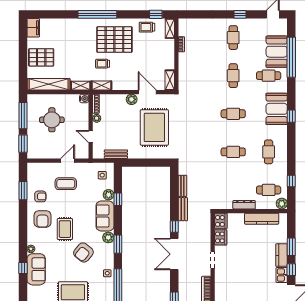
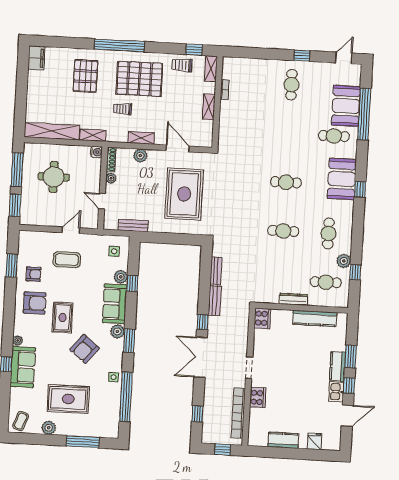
pallet: (41, 57) -> (85, 76), moved, turned 90
cafe table: (233, 76) -> (289, 133), removed
shelving: (170, 80) -> (209, 107), moved
shelving: (101, 86) -> (141, 138), moved
plant: (132, 99) -> (140, 156), moved
plant: (282, 204) -> (344, 261), moved
armchair: (42, 219) -> (35, 303), turned -90
cooker: (221, 237) -> (258, 397), moved

